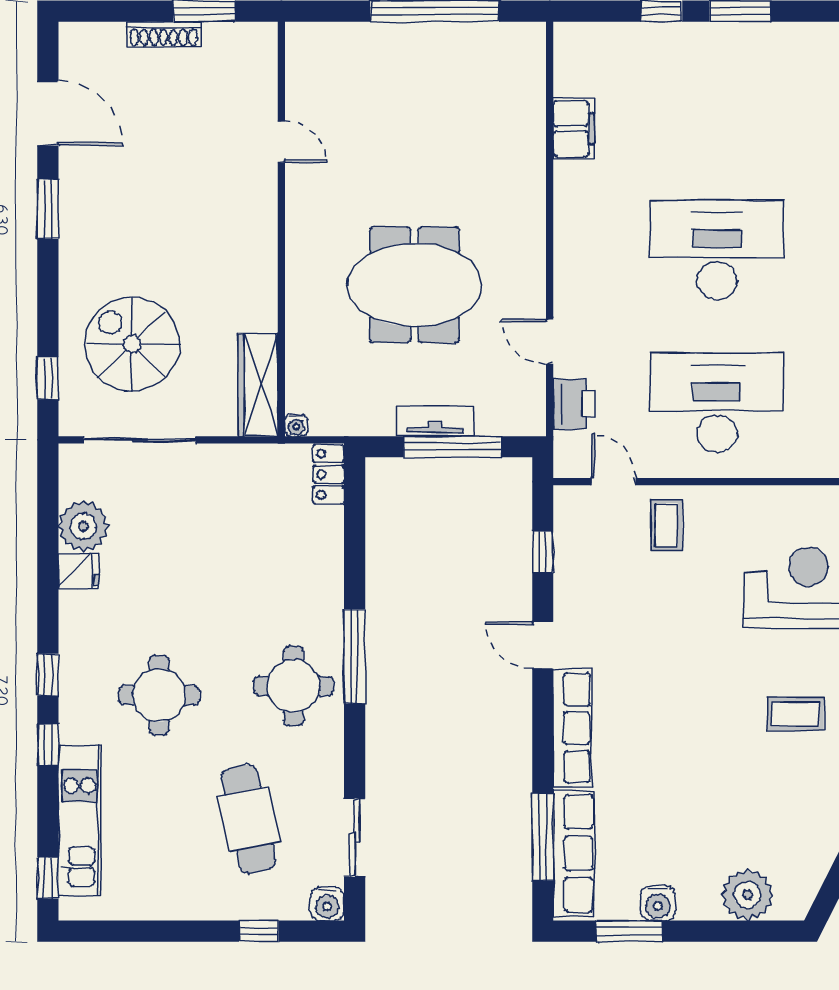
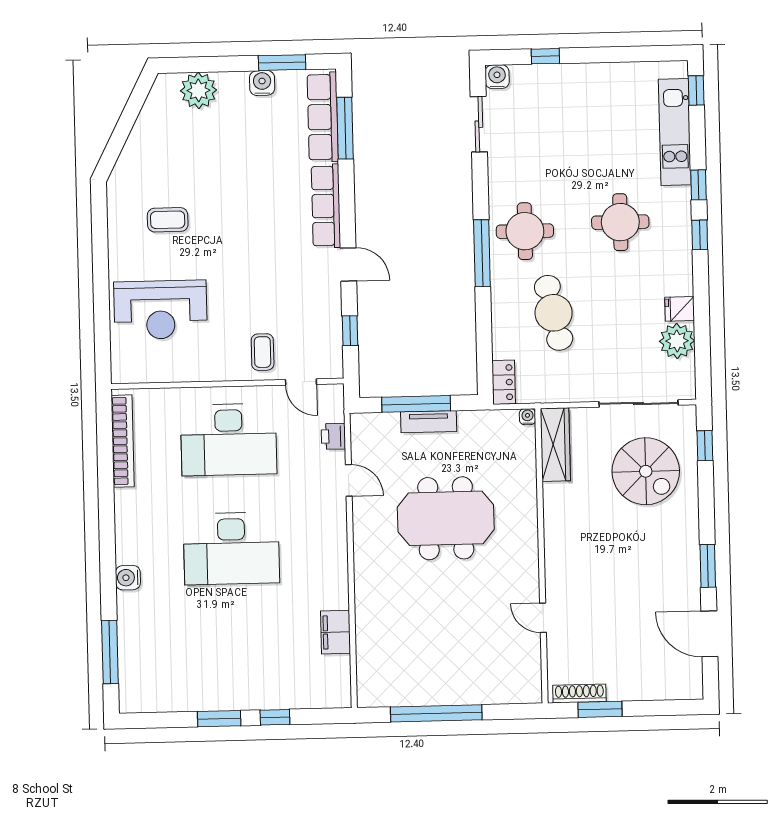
shoe rack: (164, 34) -> (579, 693), moved
printer: (574, 404) -> (333, 436), width x0.73, depth x0.81
cafe table: (249, 819) -> (554, 313), moved

